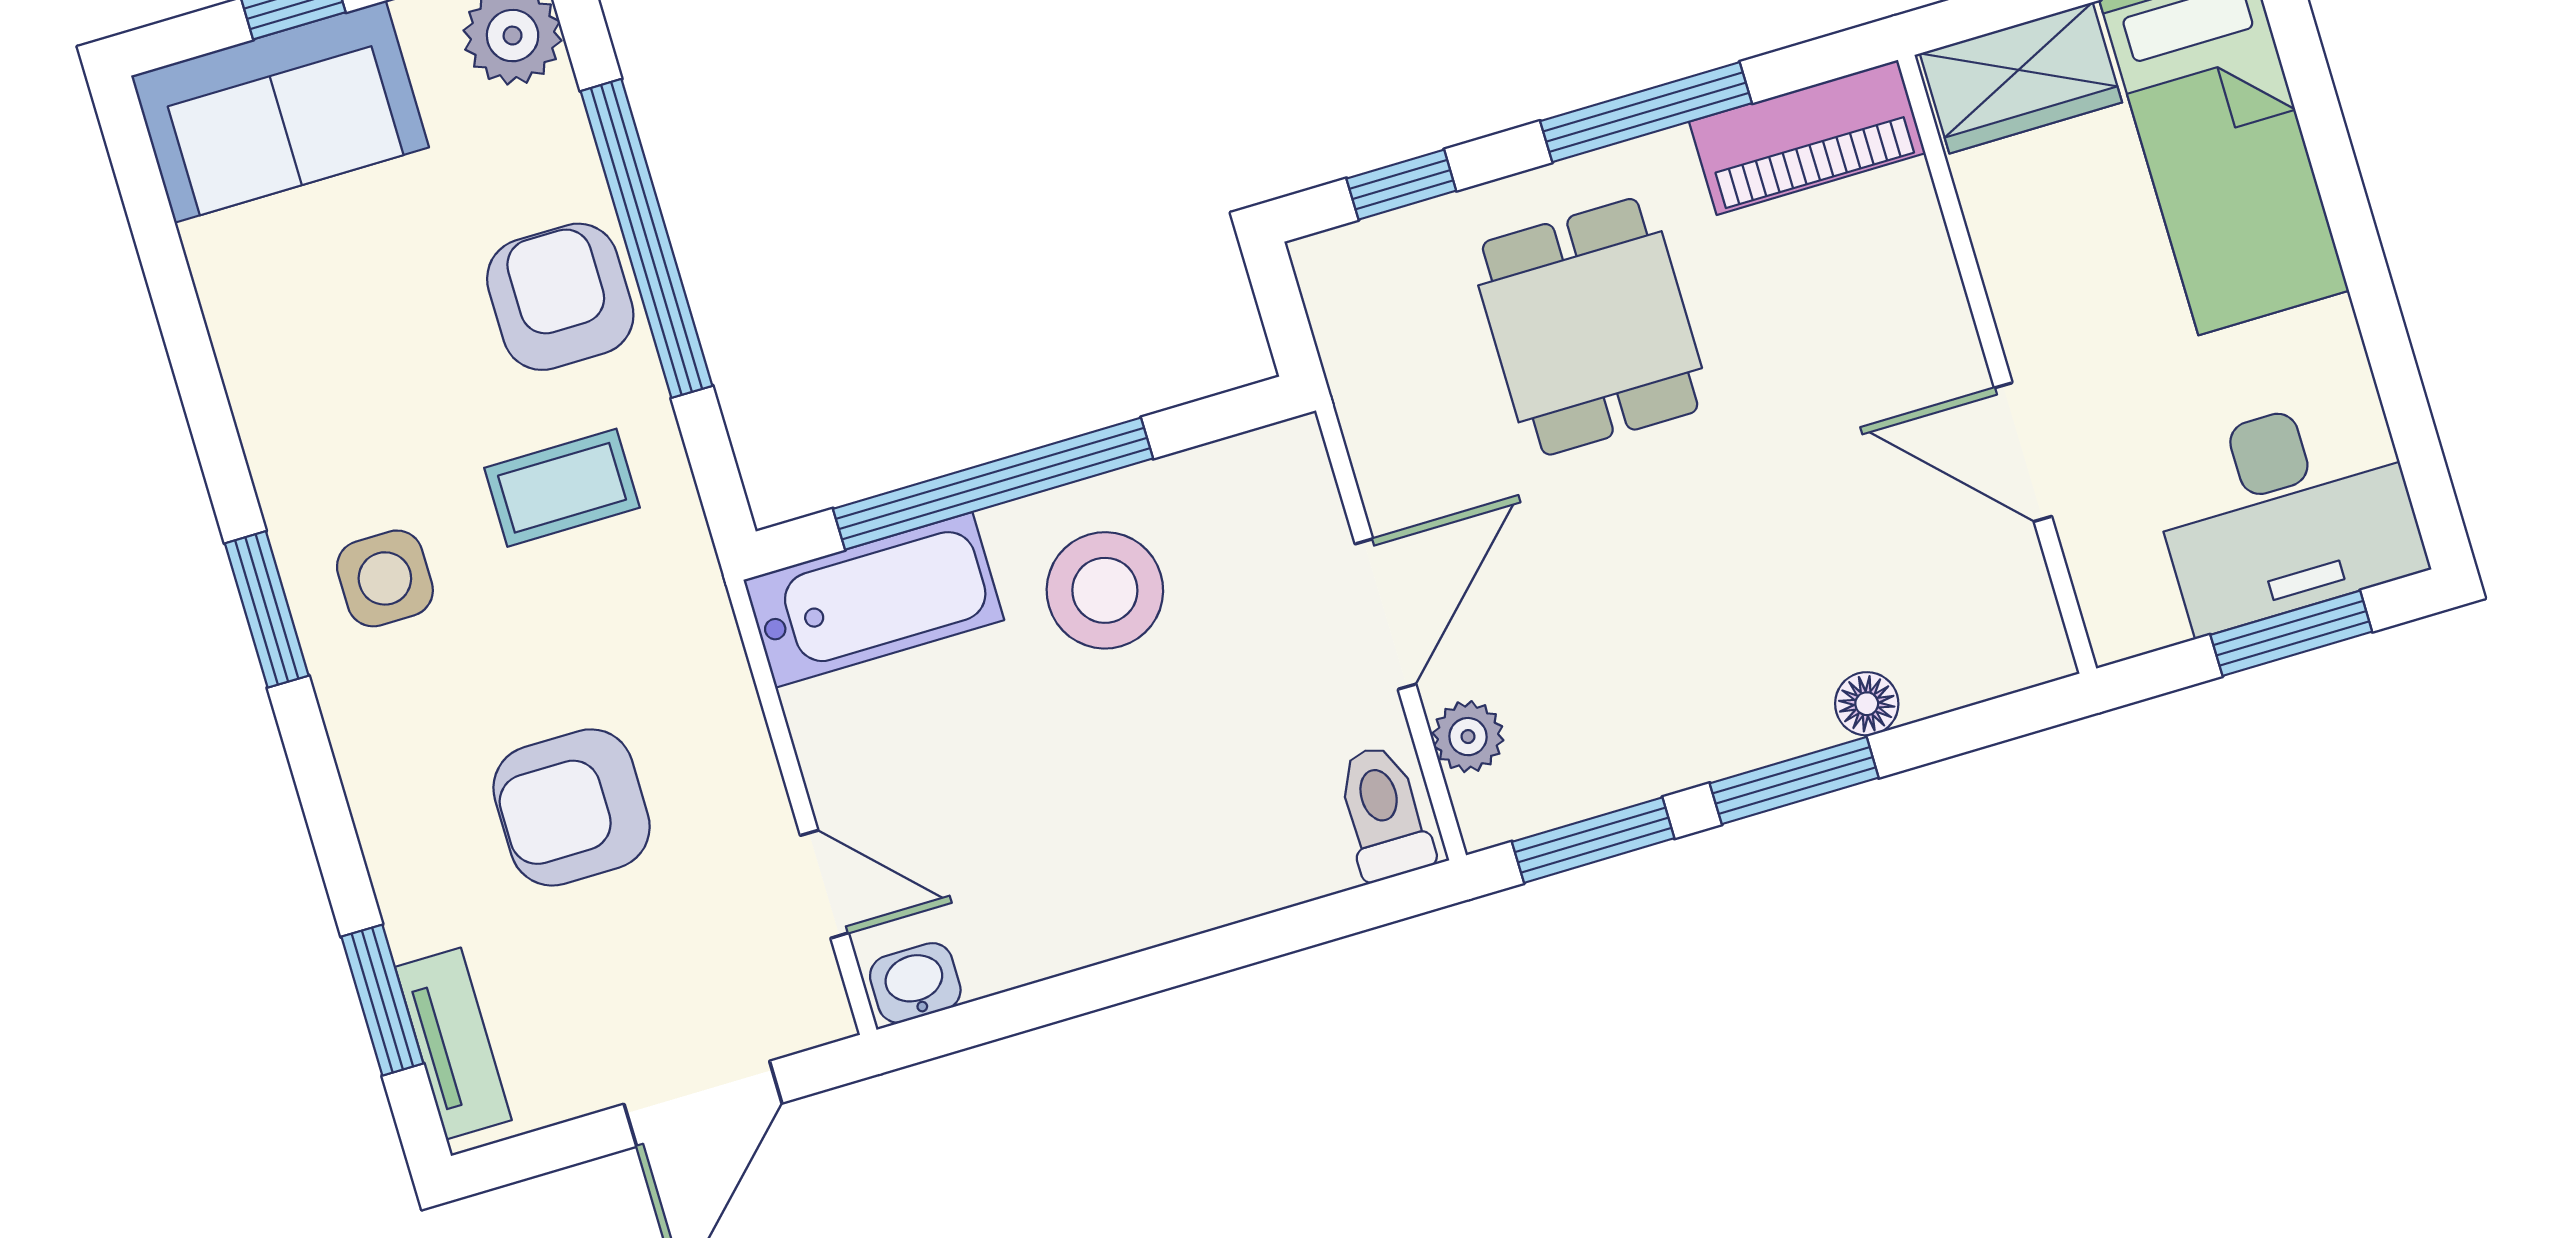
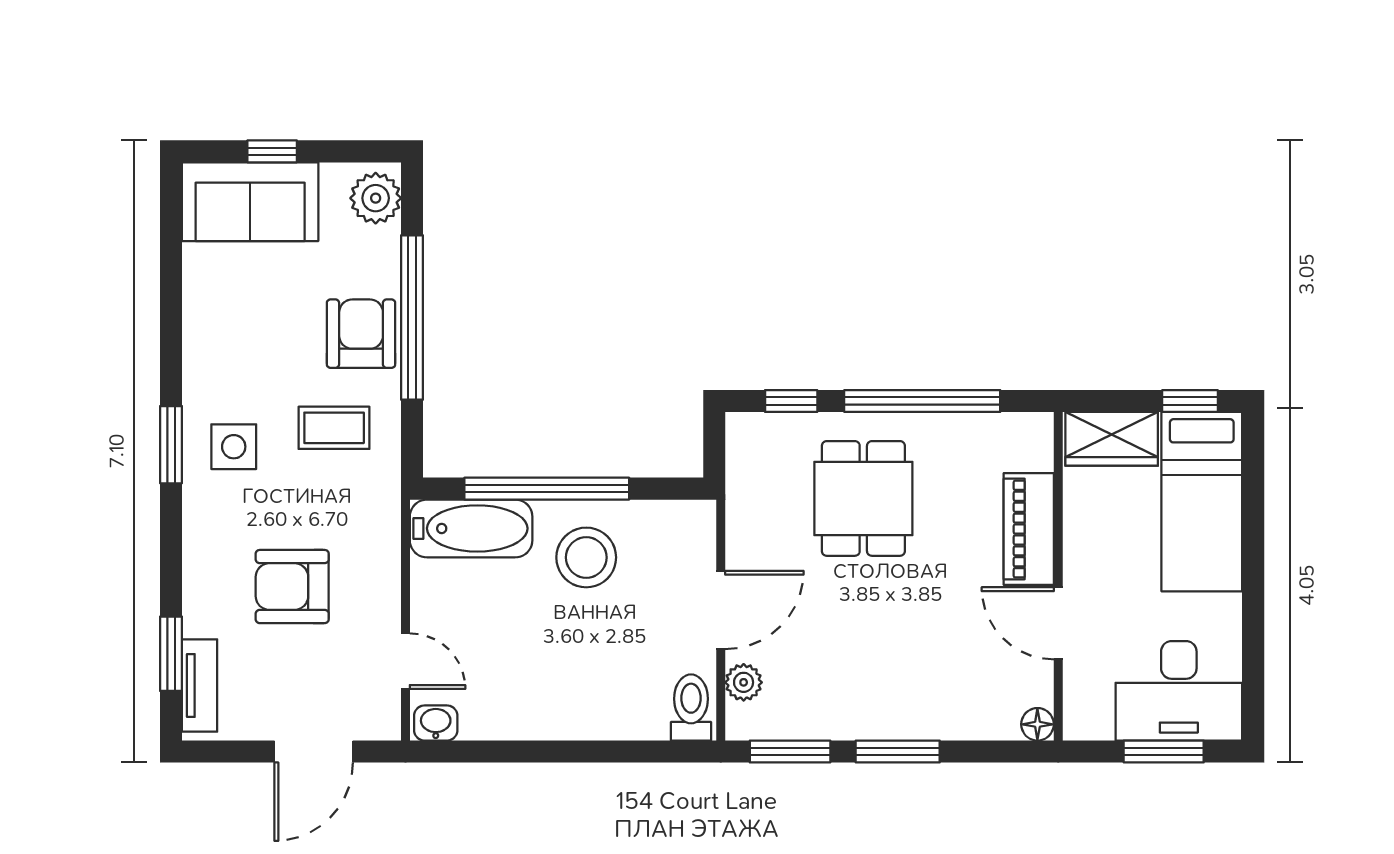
window: (1646, 112) -> (922, 401), width x1.46
piano: (1807, 137) -> (1029, 529), moved, turned 90
floor lamp: (1867, 704) -> (1037, 724), moved

